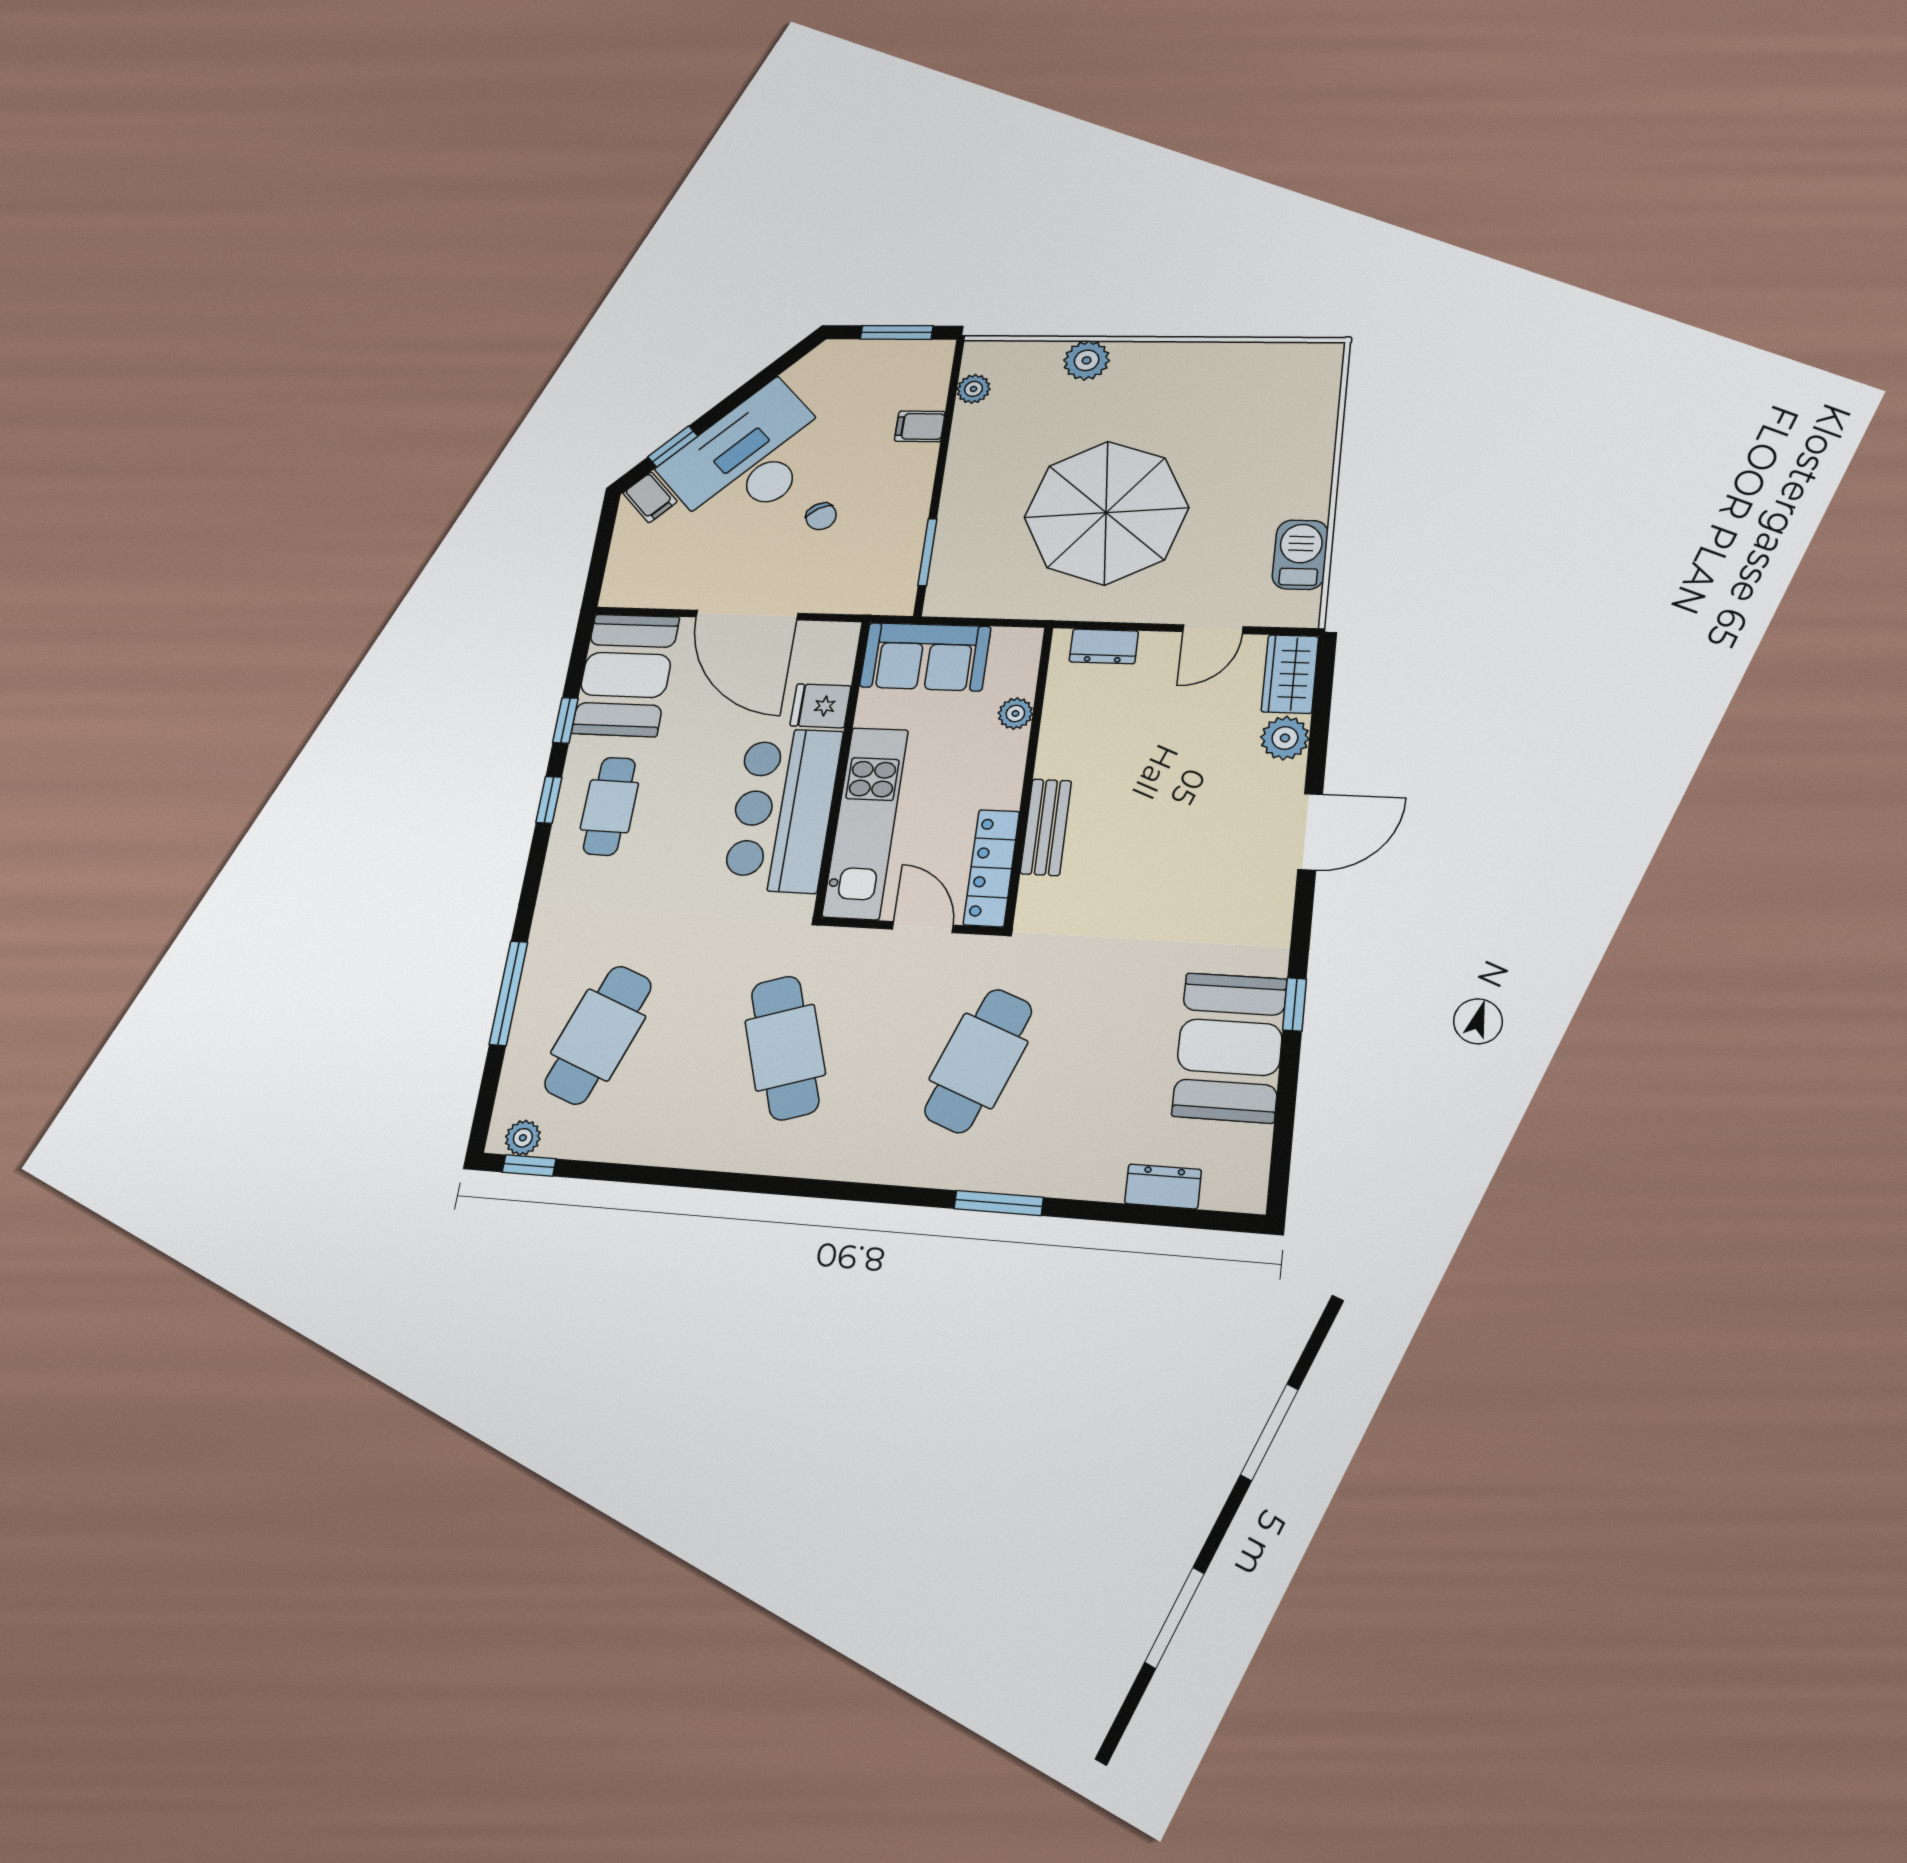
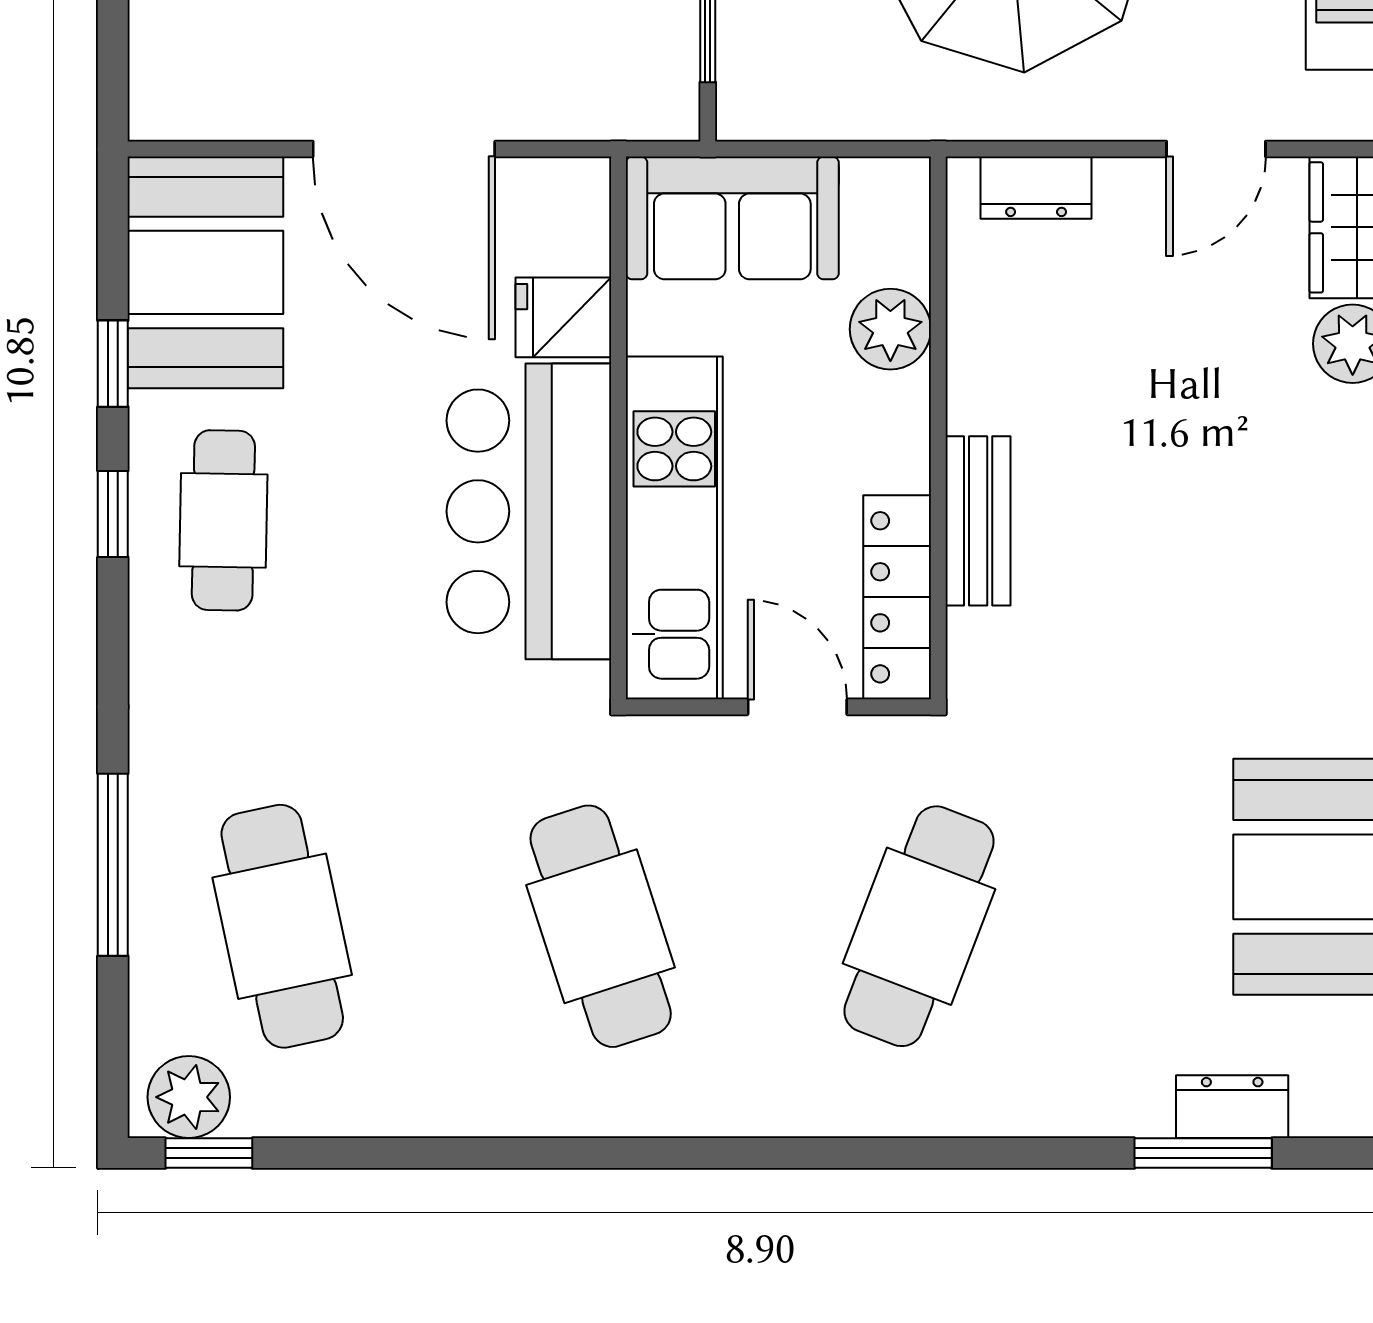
plant: (1015, 713) -> (890, 329), width x1.38, depth x1.38
cafe table: (598, 1035) -> (282, 926), turned -33
plant: (523, 1138) -> (189, 1097), width x1.38, depth x1.38
window: (999, 1203) -> (1203, 1153), moved

